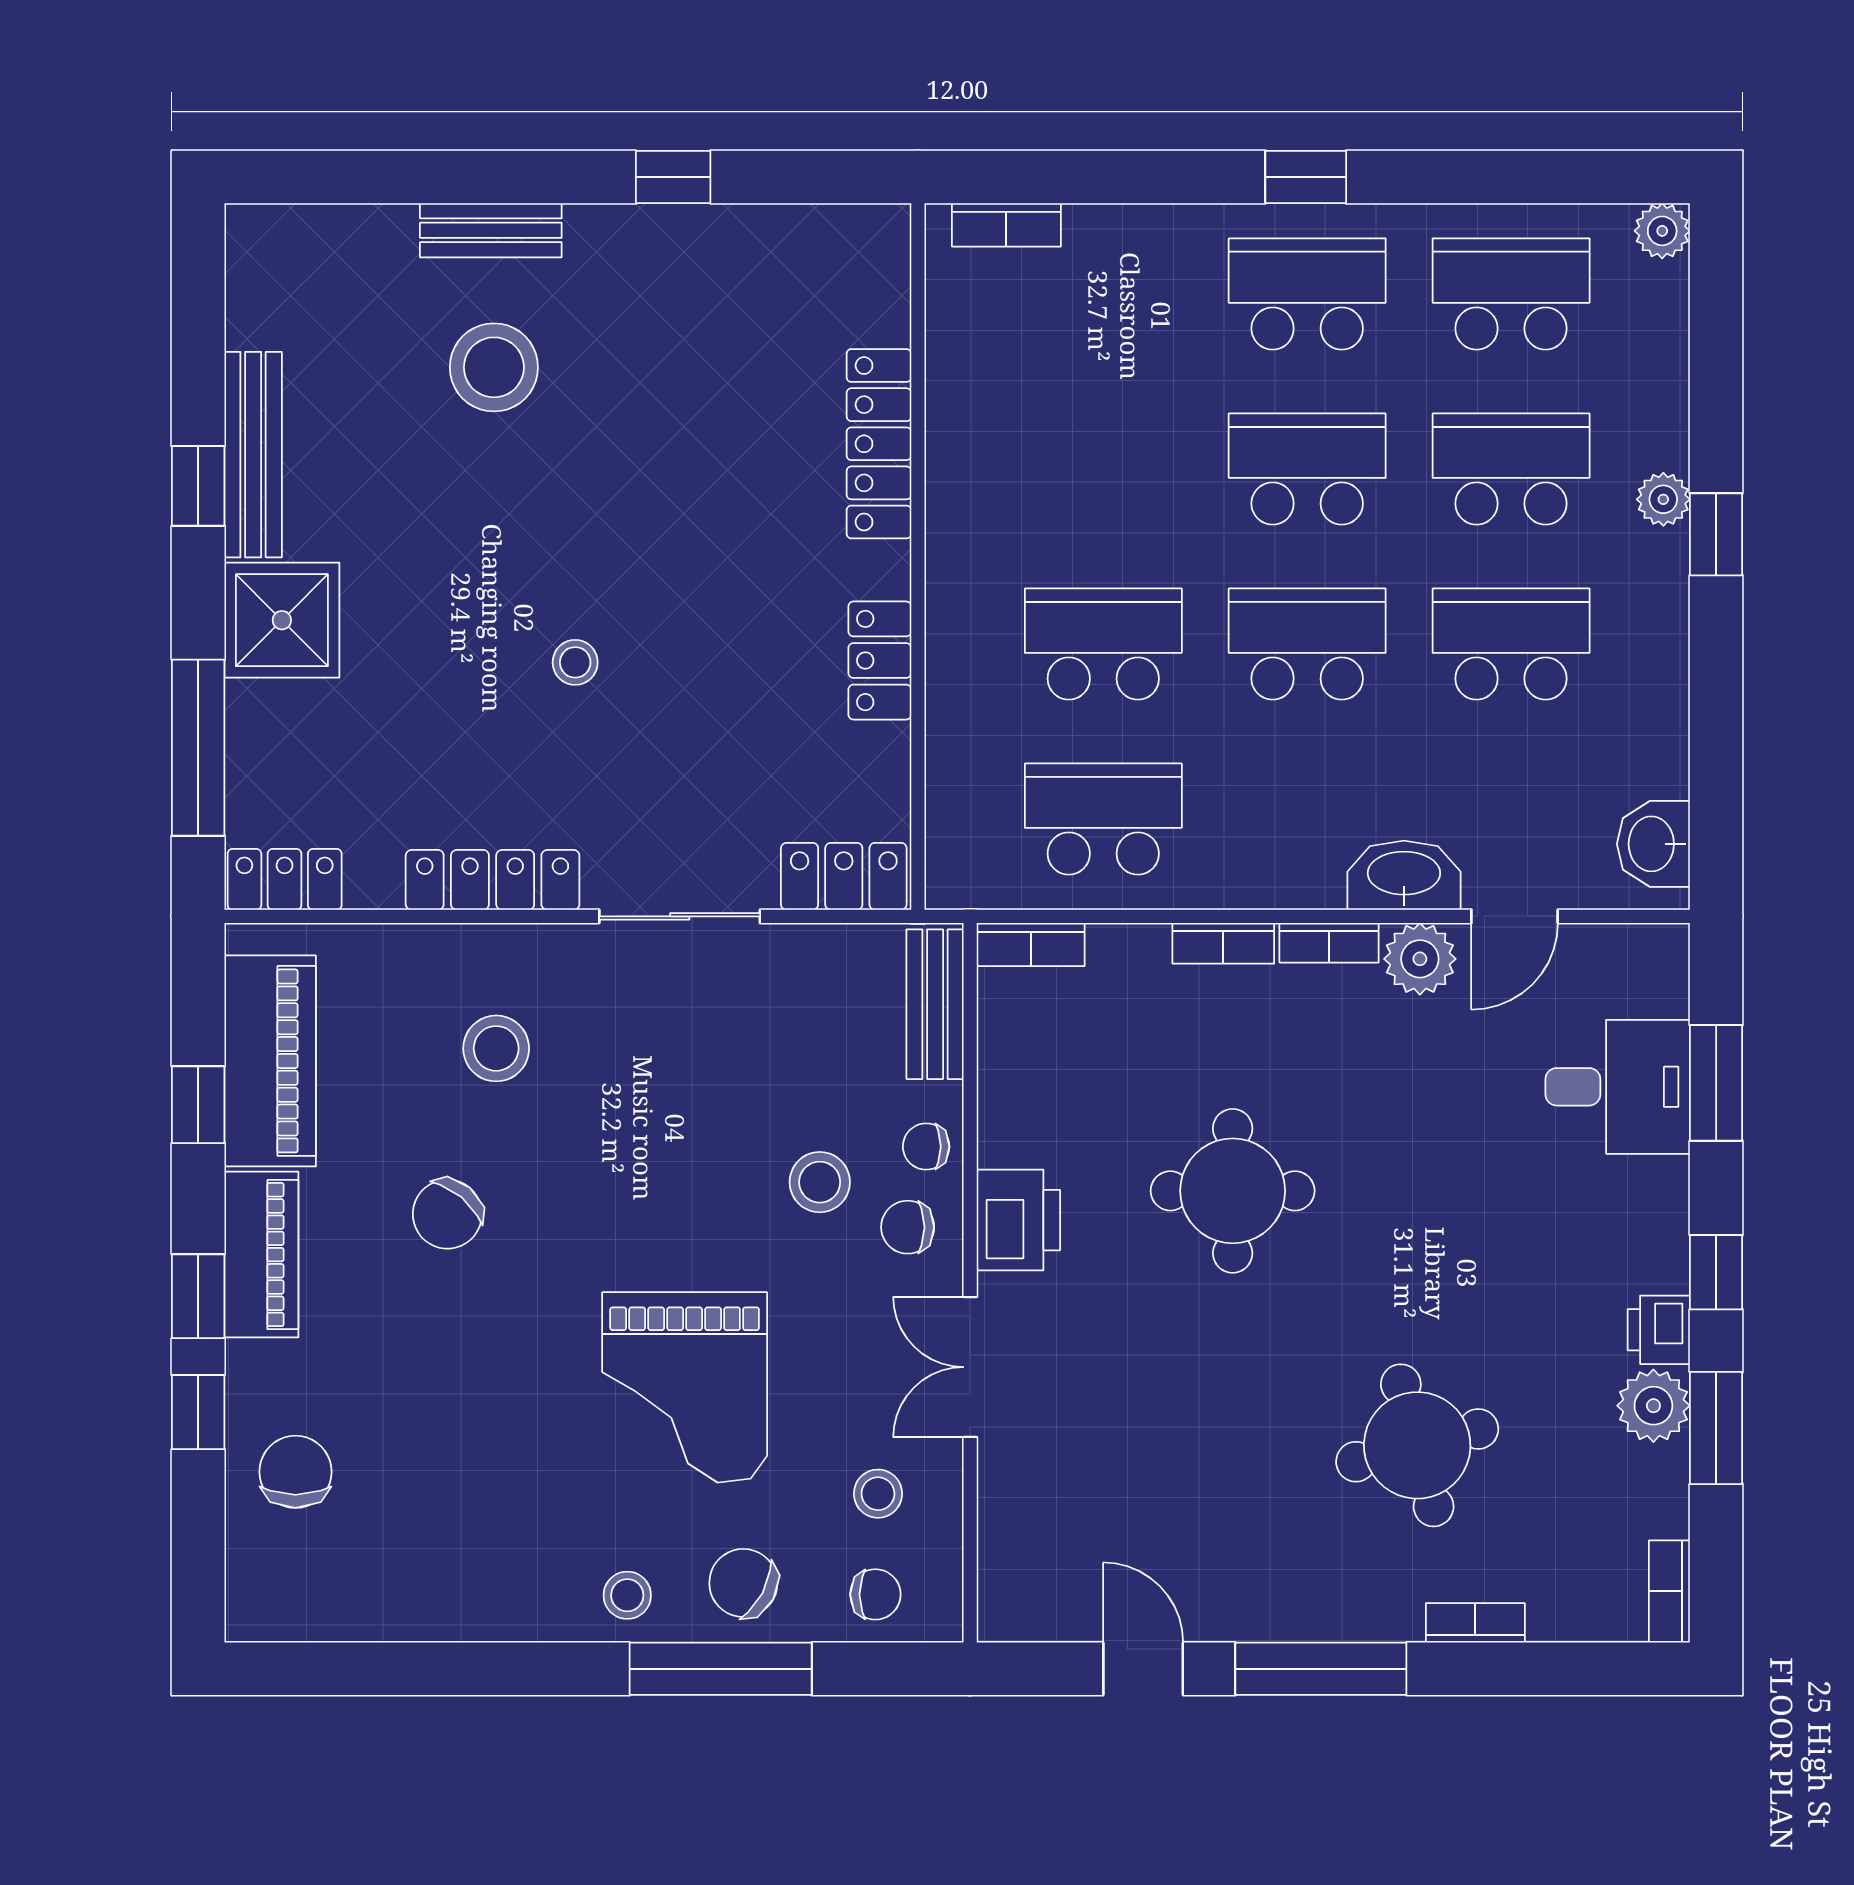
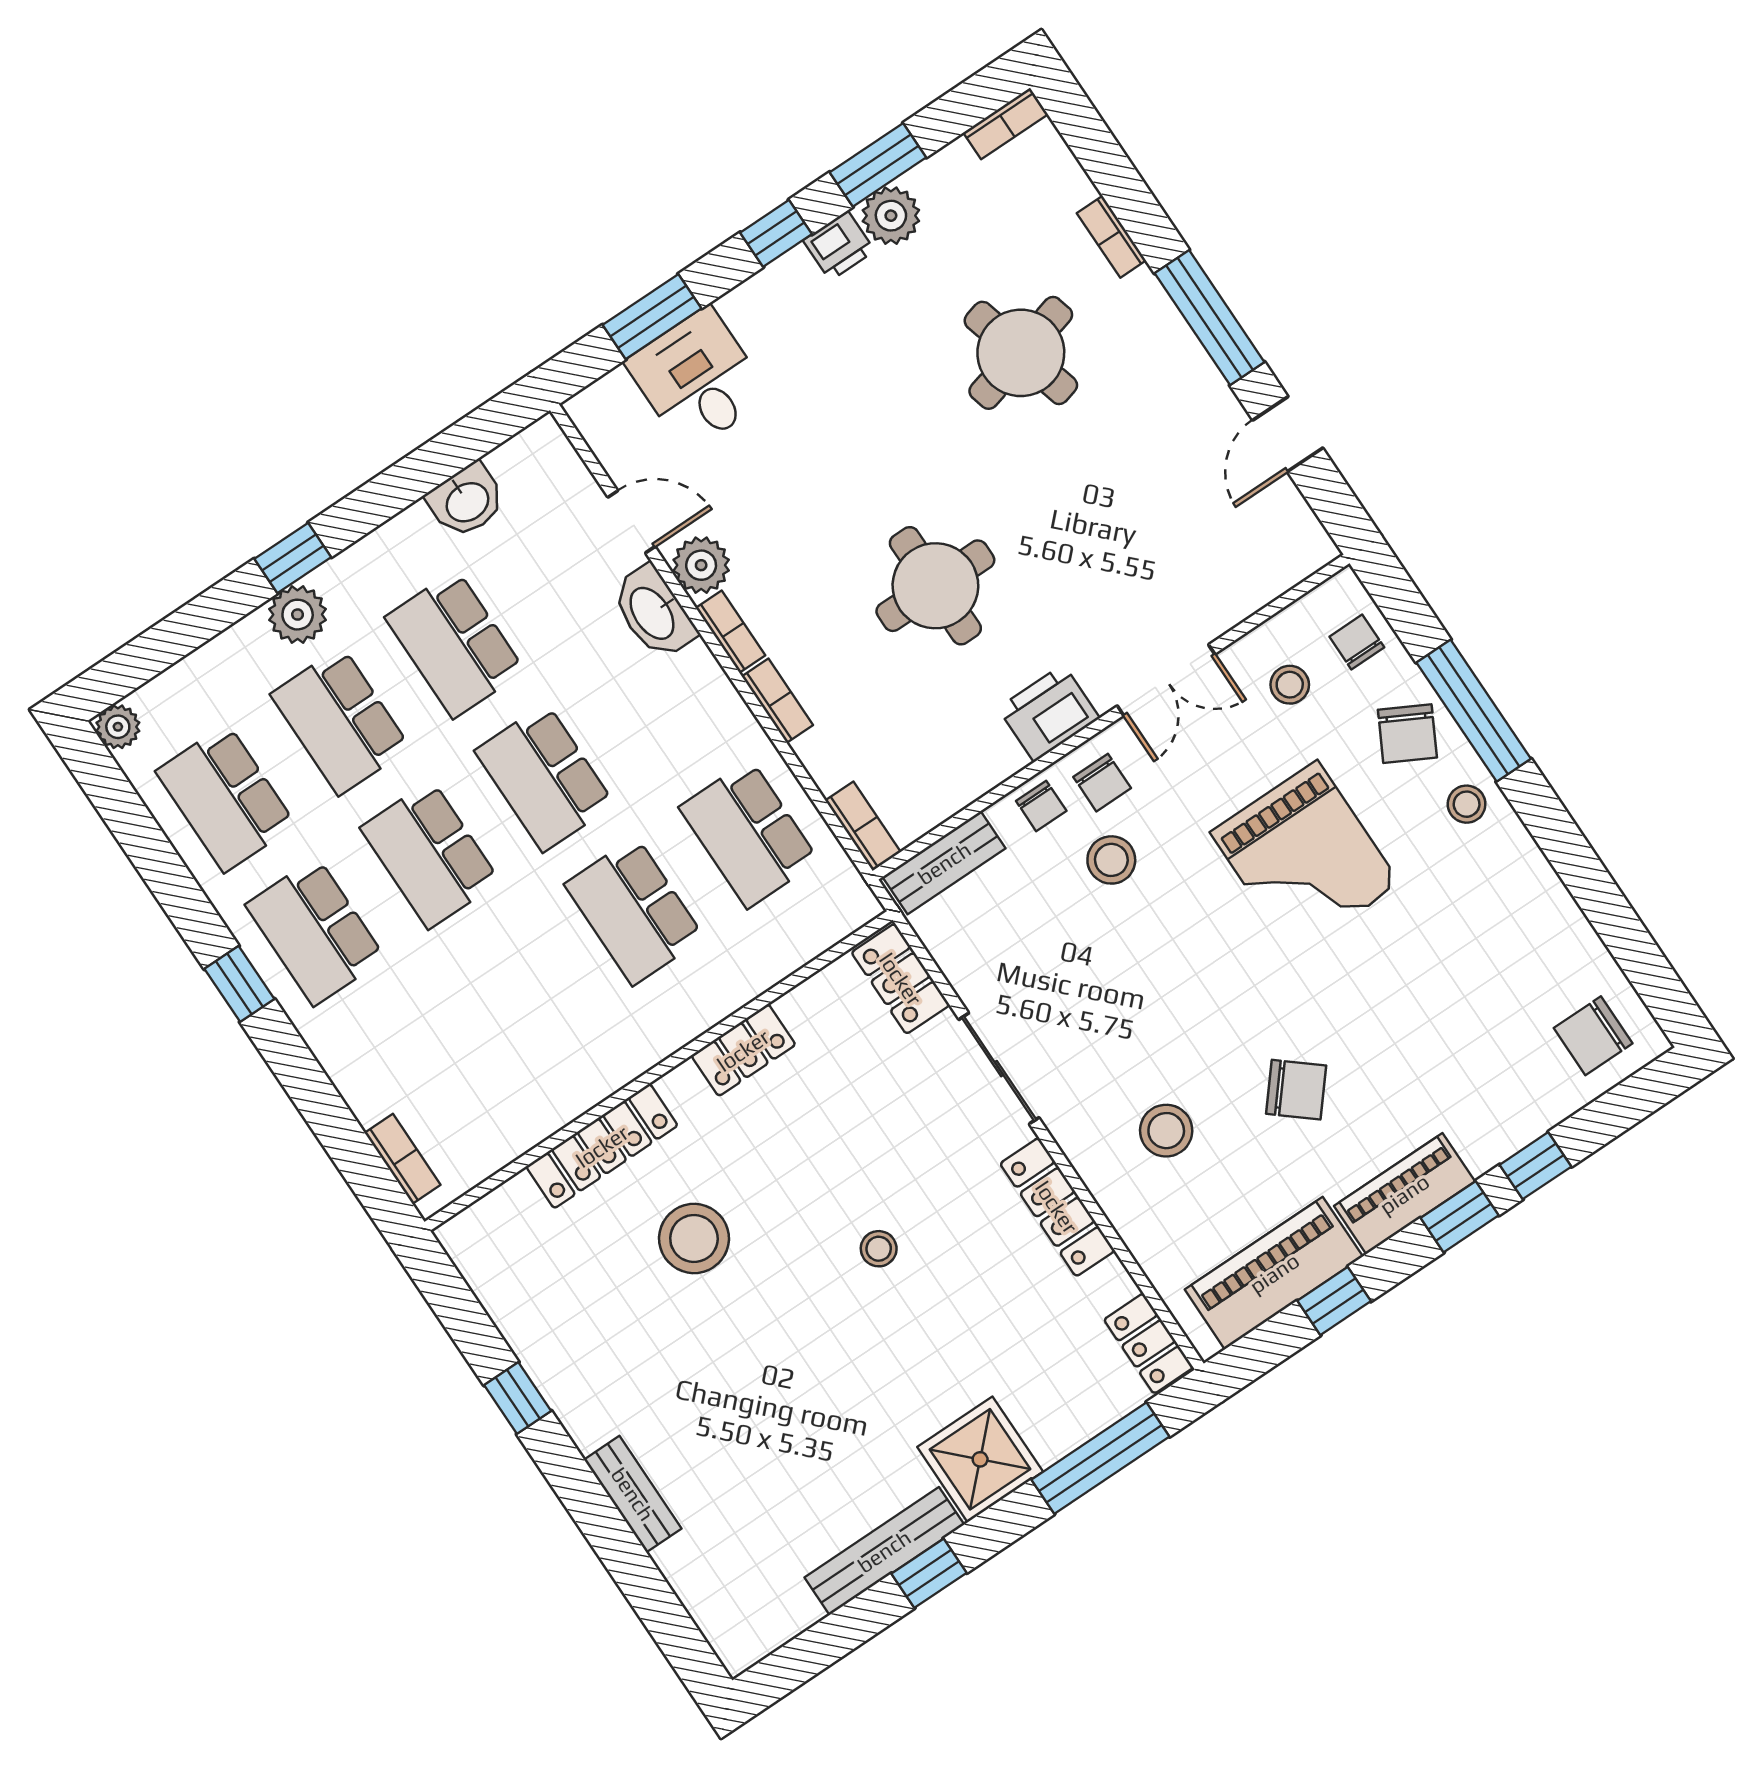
stool: (494, 367) -> (694, 1238), moved
plant: (1663, 499) -> (298, 615), width x1.38, depth x1.38
washbasin: (1653, 844) -> (467, 501), moved
grand piano: (685, 1387) -> (1305, 858), turned 90
chair: (295, 1472) -> (1593, 1036), moved

